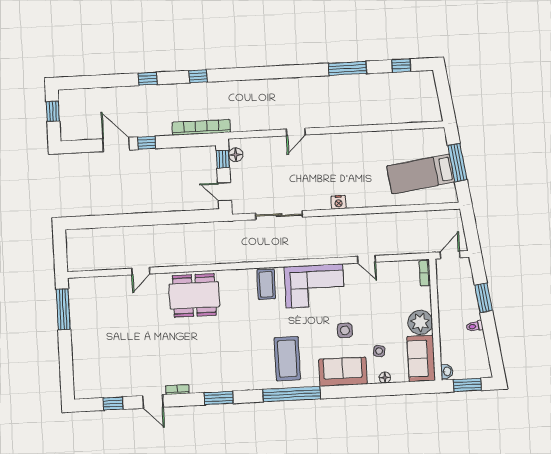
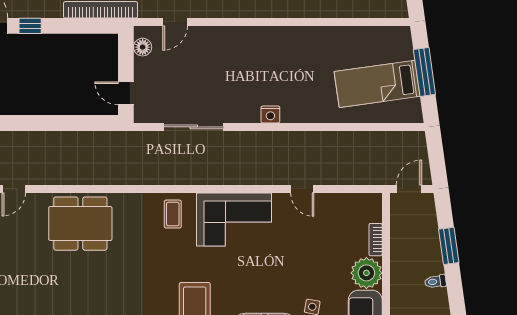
door: (296, 132) -> (175, 22), moved
window: (223, 159) -> (126, 52), removed
bookcase: (425, 273) -> (376, 240), moved
coffee table: (266, 284) -> (173, 214), width x0.73, depth x0.77
side table: (345, 330) -> (270, 278), removed

